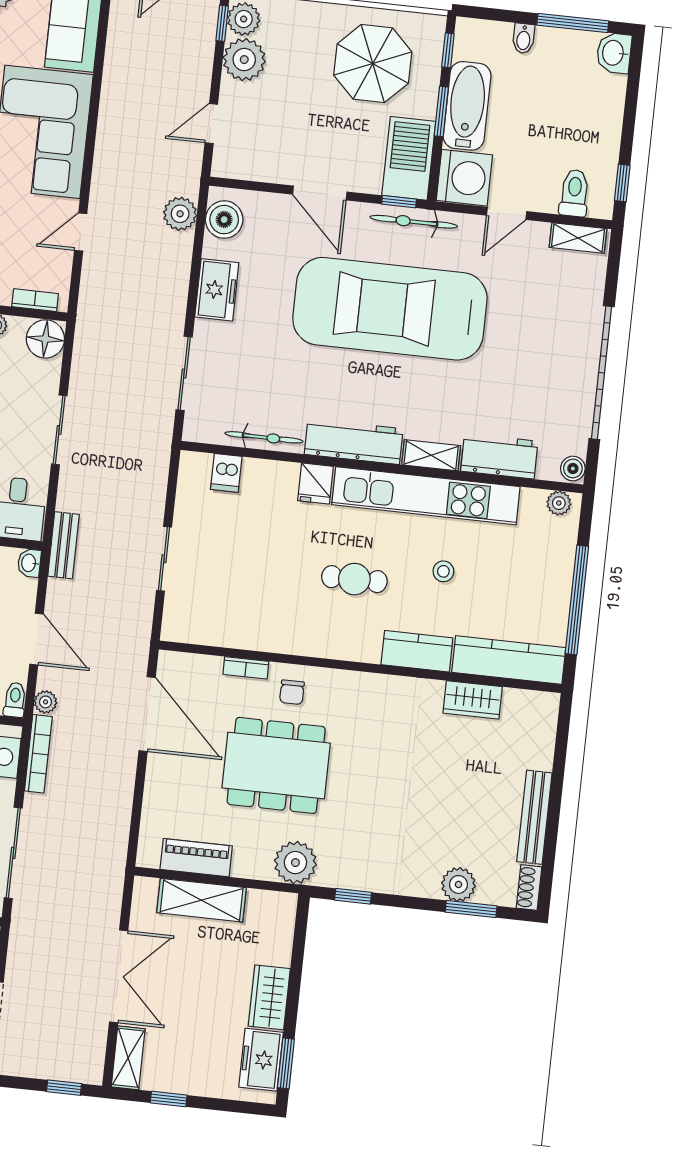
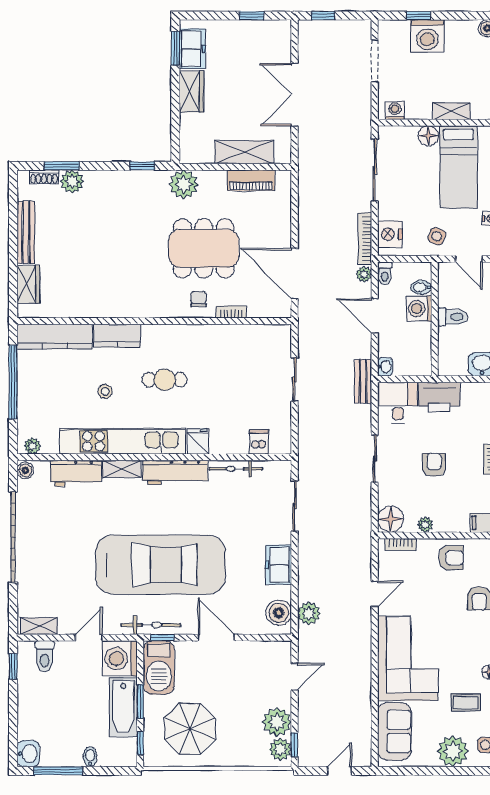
wardrobe: (473, 700) -> (28, 284), moved, turned 90
shoe rack: (529, 887) -> (44, 177), moved, turned 90
shelving: (128, 1058) -> (282, 40), removed

